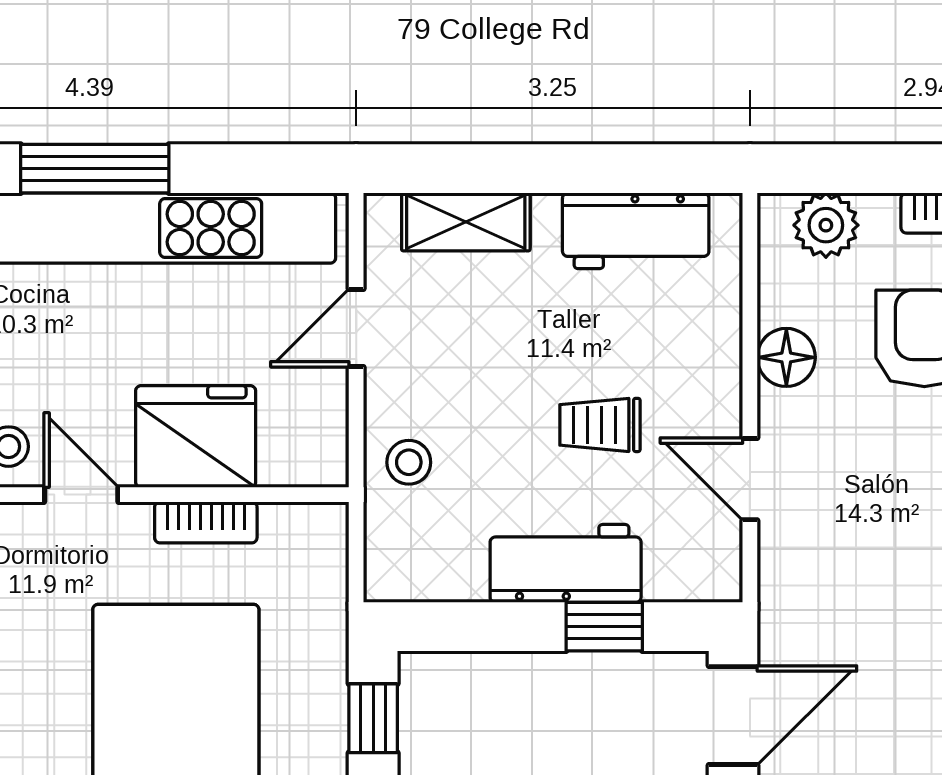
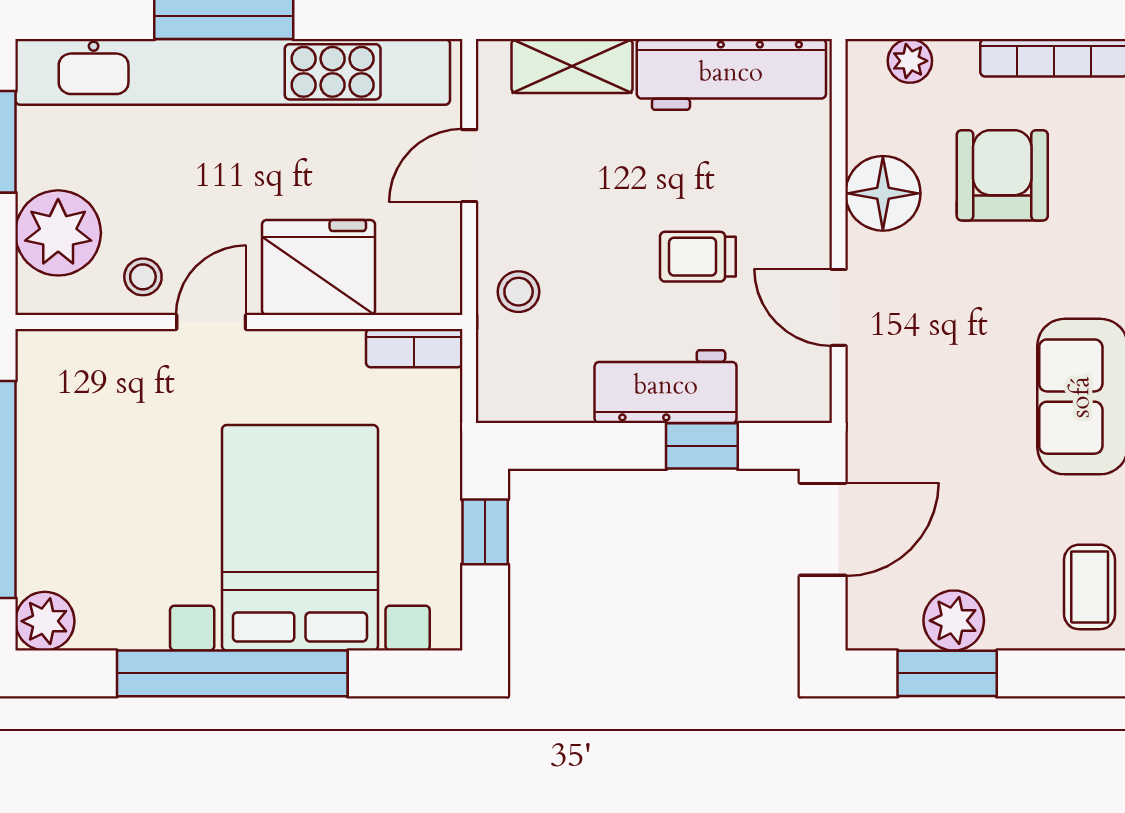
plant: (826, 225) -> (910, 61), width x0.73, depth x0.73
workbench: (636, 231) -> (731, 74), width x1.37
floor lamp: (786, 357) -> (883, 193), width x1.38, depth x1.38
door: (81, 495) -> (211, 322), hinge flipped
bookcase: (206, 522) -> (414, 348), moved

